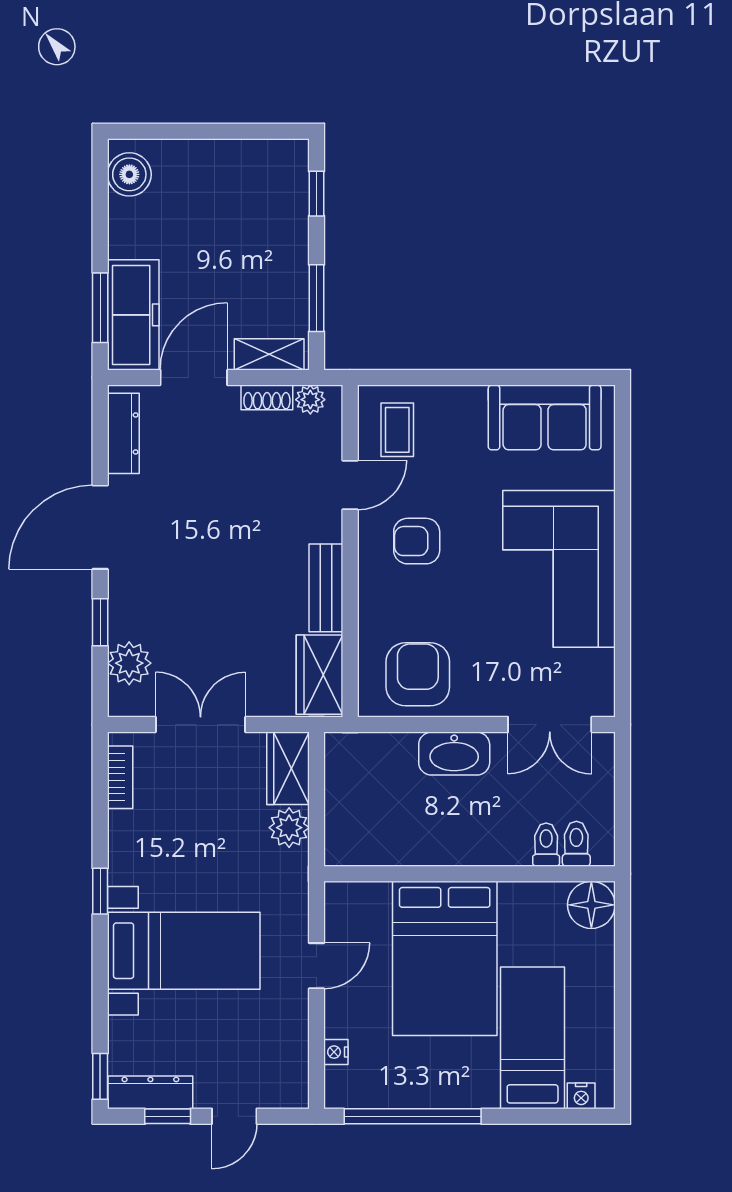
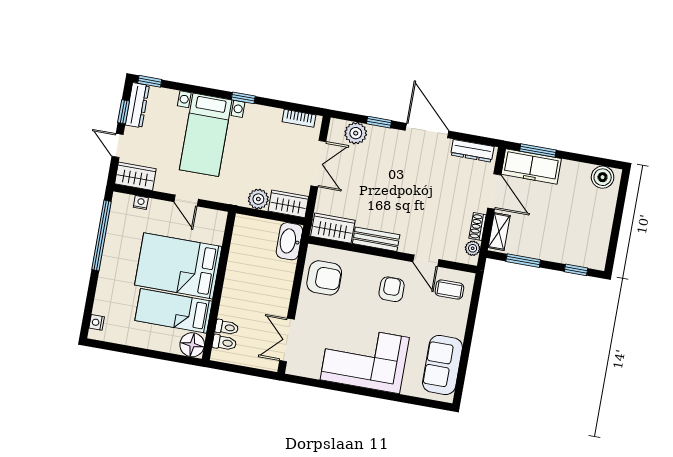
washbasin: (454, 754) -> (289, 241), moved
bed: (533, 1038) -> (174, 311), moved, turned 180
wardrobe: (287, 1071) -> (135, 176), added

